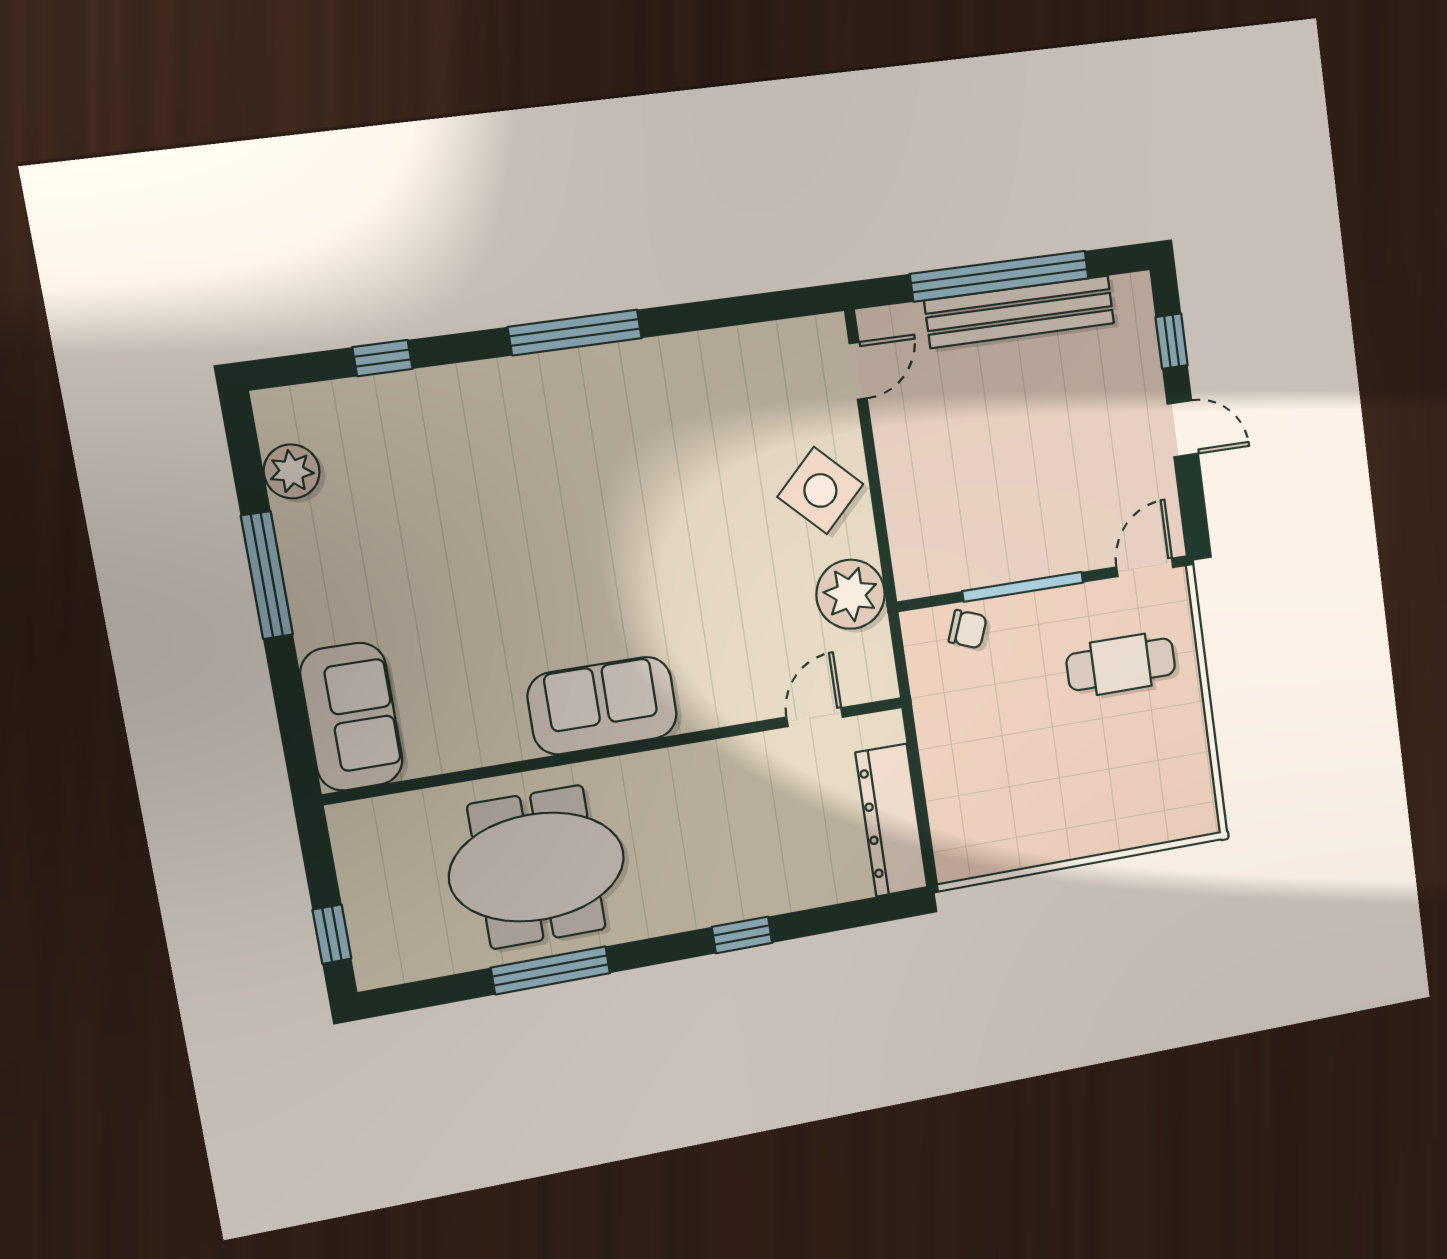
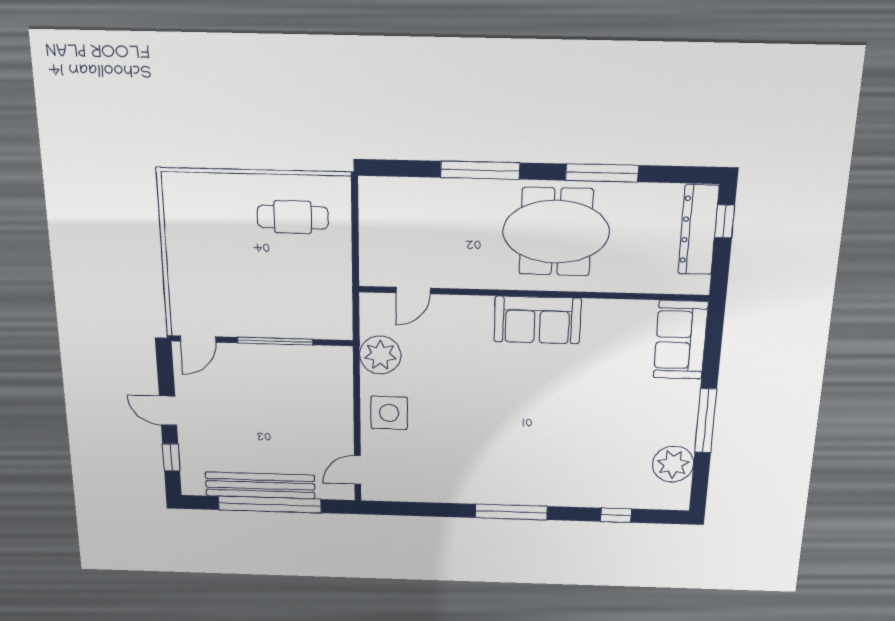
plant: (292, 471) -> (673, 464), width x1.36, depth x1.36
side table: (820, 490) -> (389, 413), turned 45
chair: (968, 629) -> (312, 323), removed
cafe table: (1121, 664) -> (293, 217), moved
dresser: (892, 820) -> (698, 230), moved, turned 180
meeting table: (537, 867) -> (556, 232), moved
window: (742, 935) -> (480, 170), width x2.17

